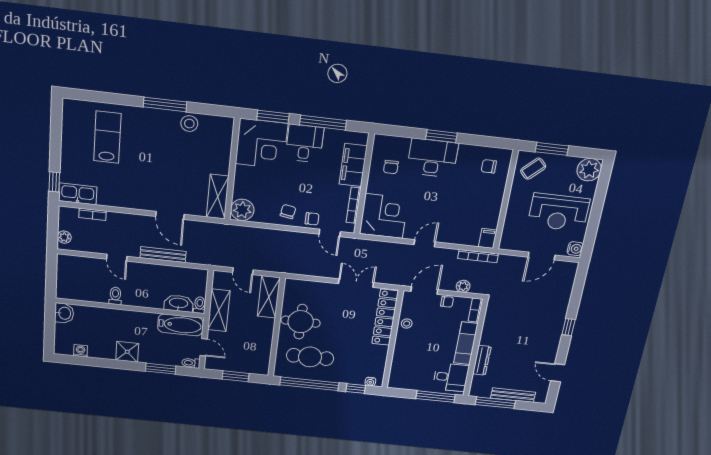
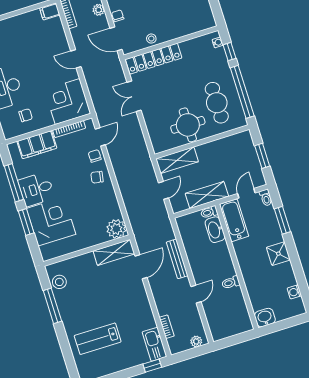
wall: (232, 170) -> (87, 251), moved
shelving: (218, 197) -> (114, 252), moved
plant: (242, 210) -> (116, 229), moved

